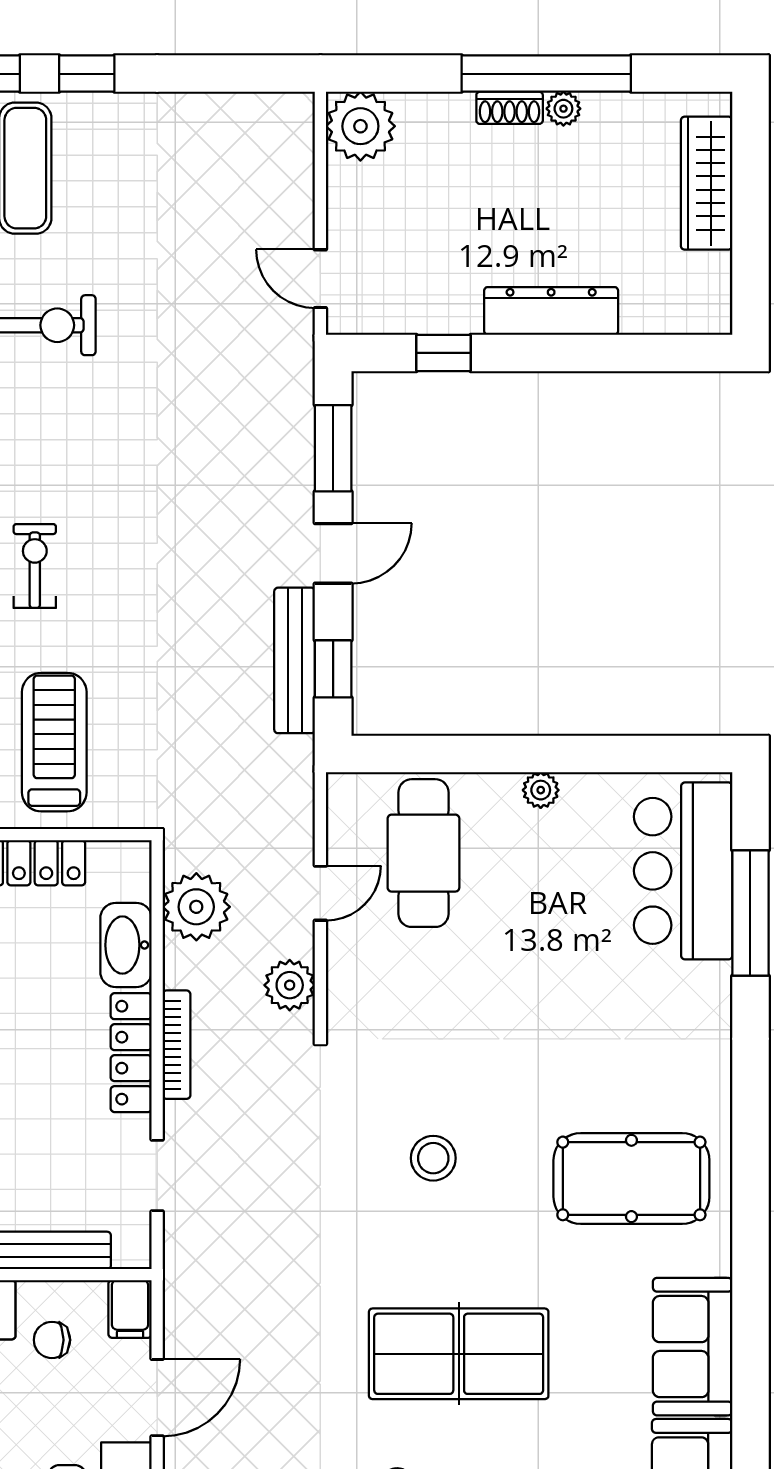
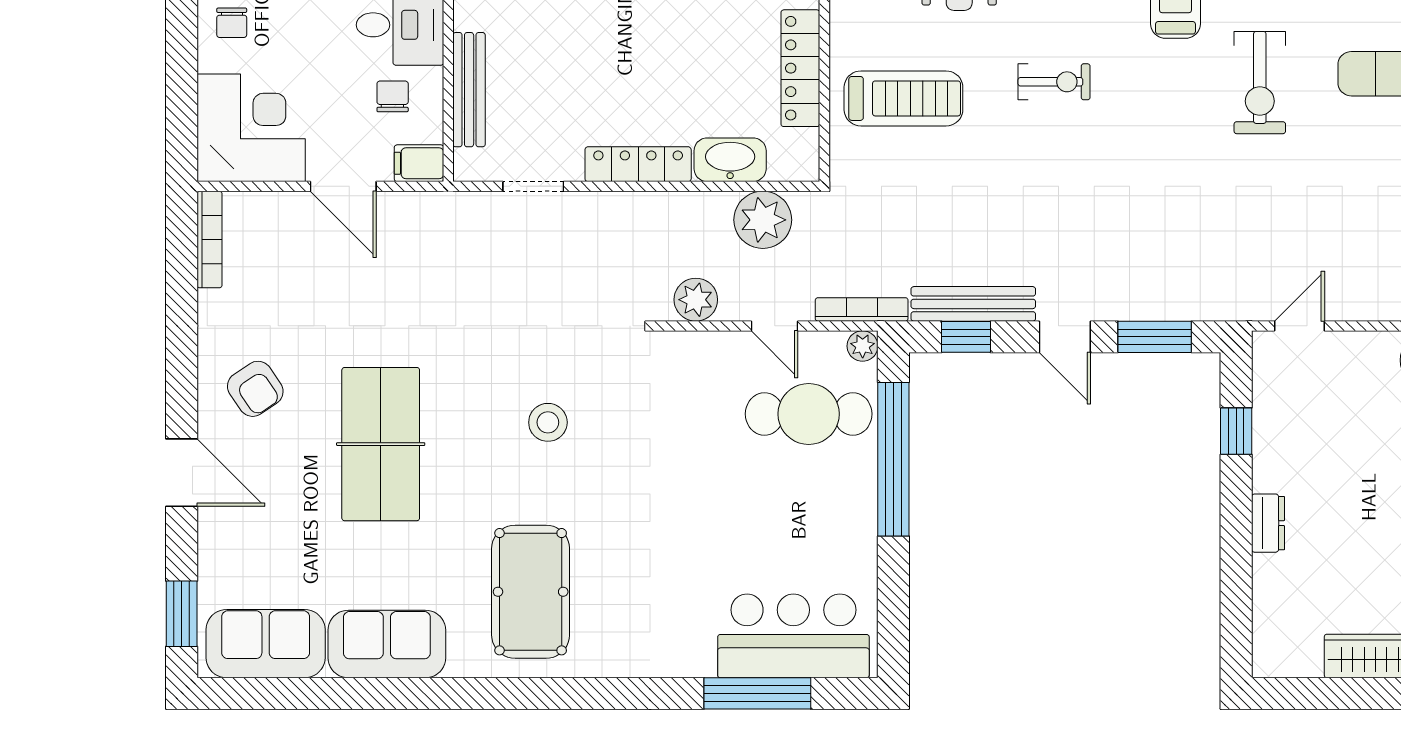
dresser: (551, 311) -> (1268, 523), width x0.51, depth x0.80
window: (476, 754) -> (893, 459), added
plant: (541, 790) -> (863, 346), moved
bookcase: (176, 1045) -> (862, 309), moved, turned 180

